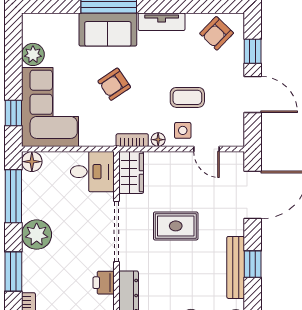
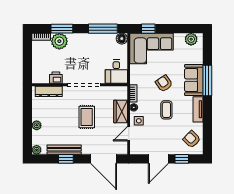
plant: (33, 54) -> (191, 39), moved
coffee table: (187, 97) -> (166, 110), moved
wardrobe: (131, 172) -> (121, 112), moved, turned 90
plant: (37, 235) -> (59, 41), moved

